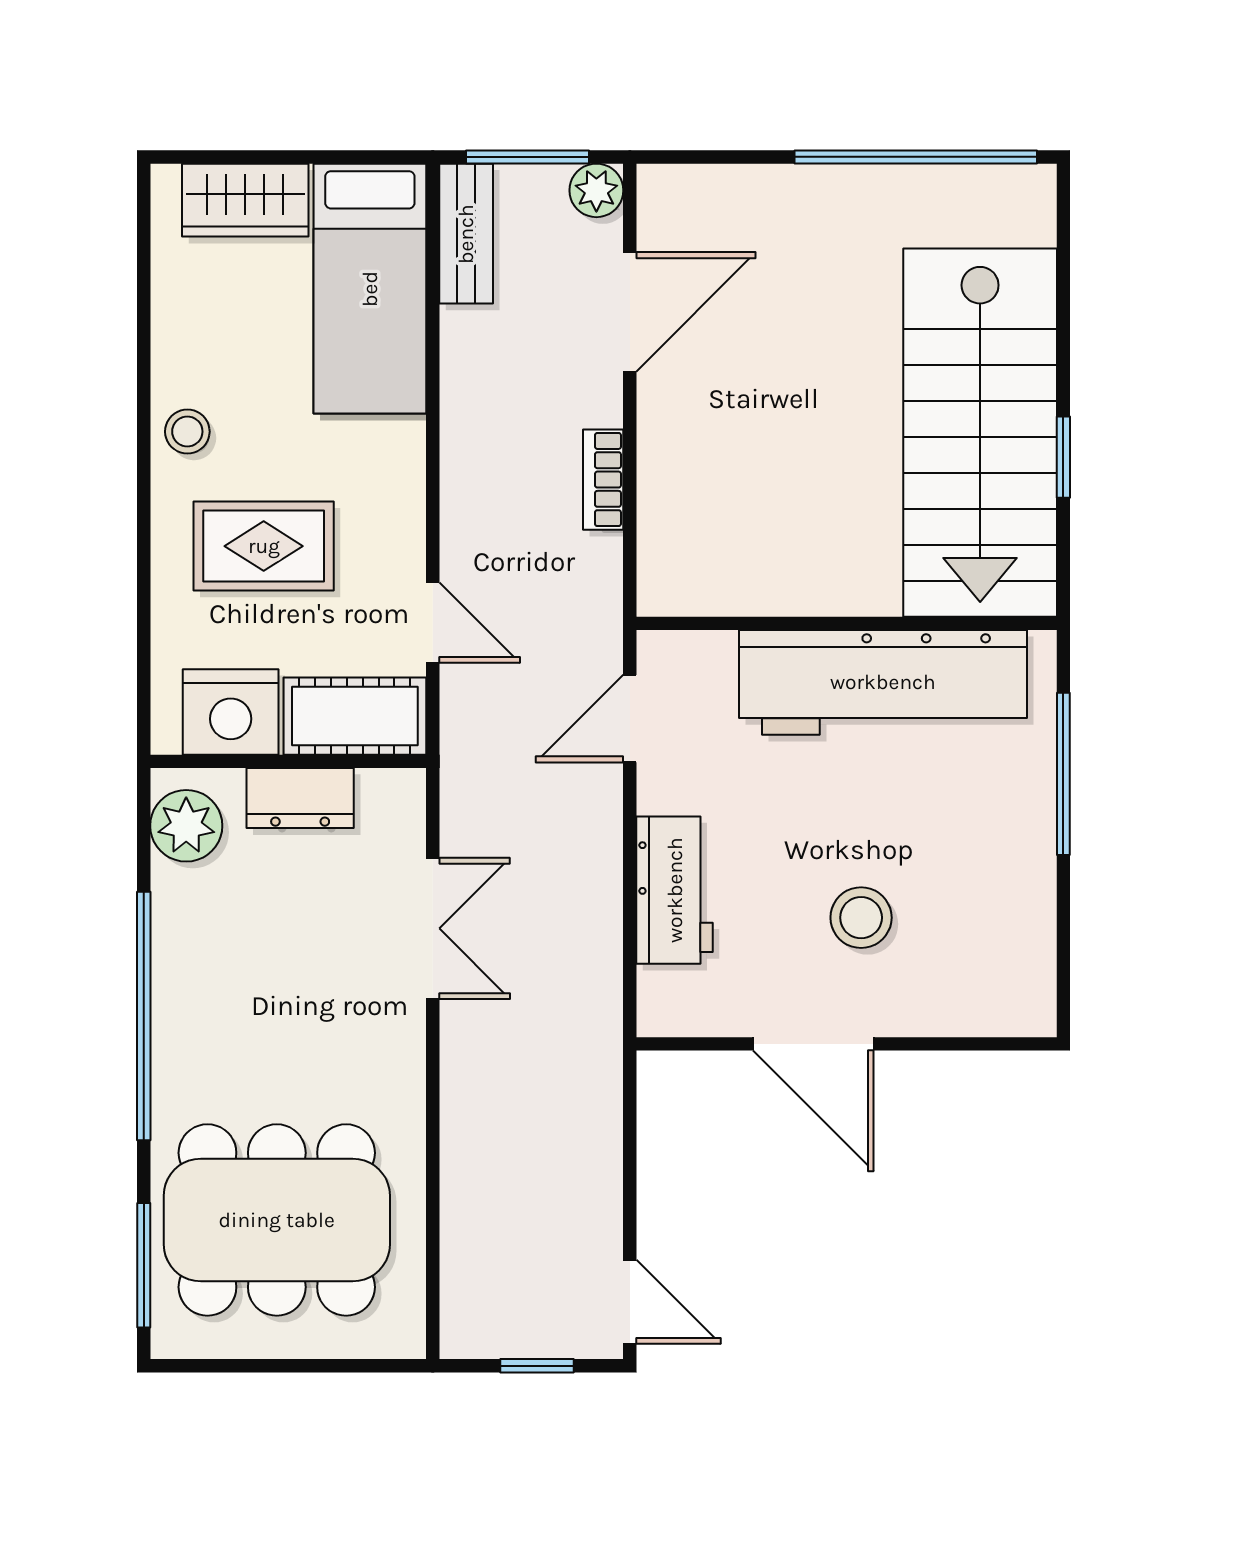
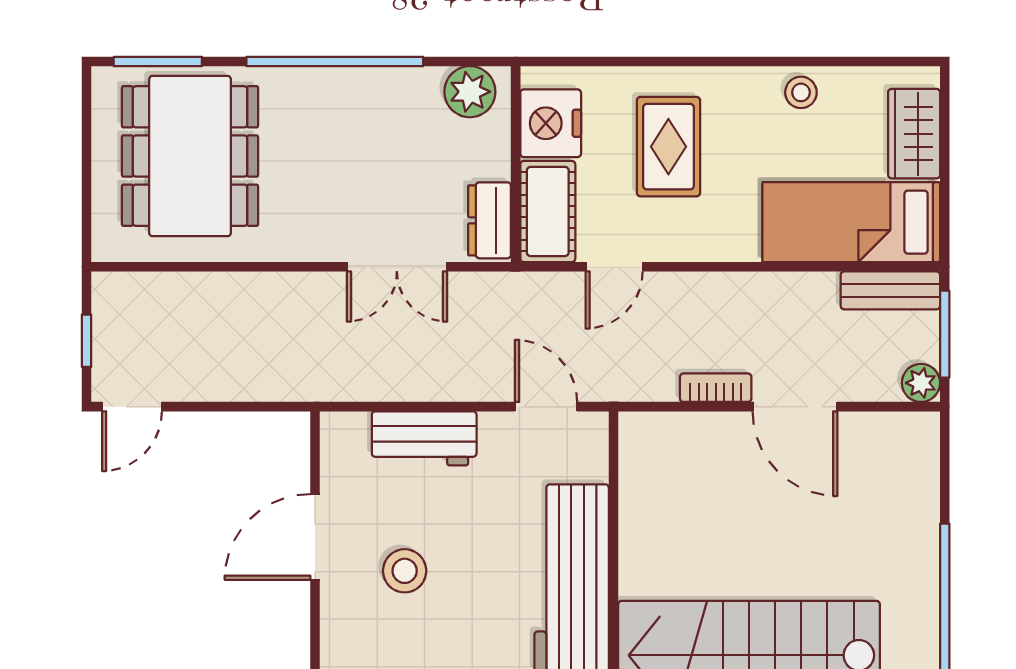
door: (630, 312) -> (795, 407), moved
stool: (187, 432) -> (801, 92), moved
dresser: (300, 798) -> (490, 220), moved

